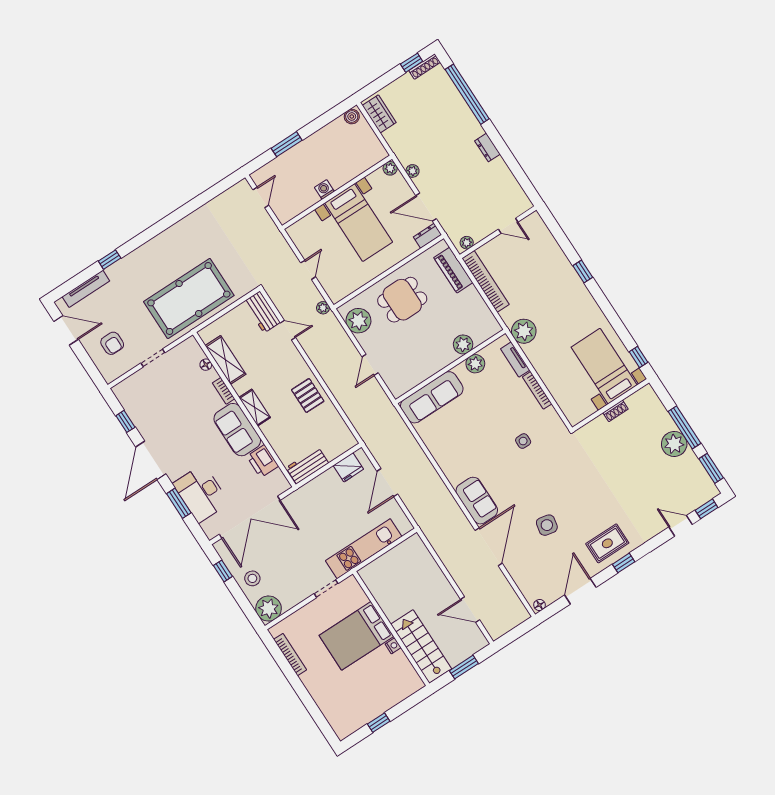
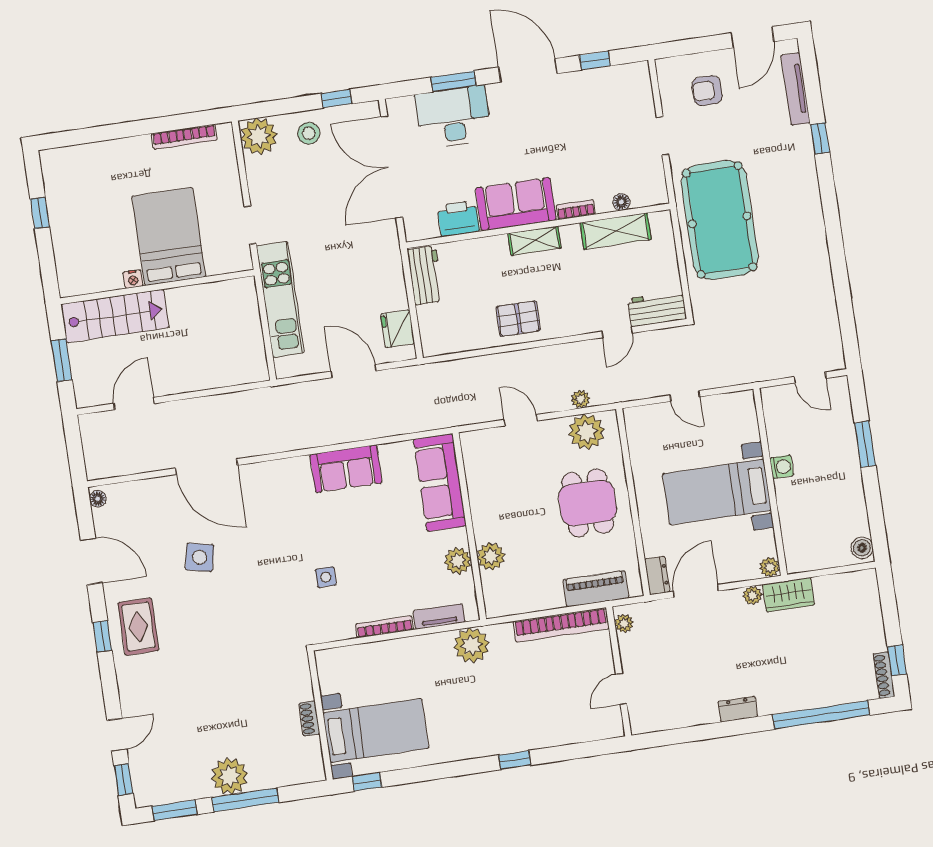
wardrobe: (379, 114) -> (788, 595), moved
plant: (323, 308) -> (580, 399), moved
sofa: (477, 501) -> (346, 469), moved

